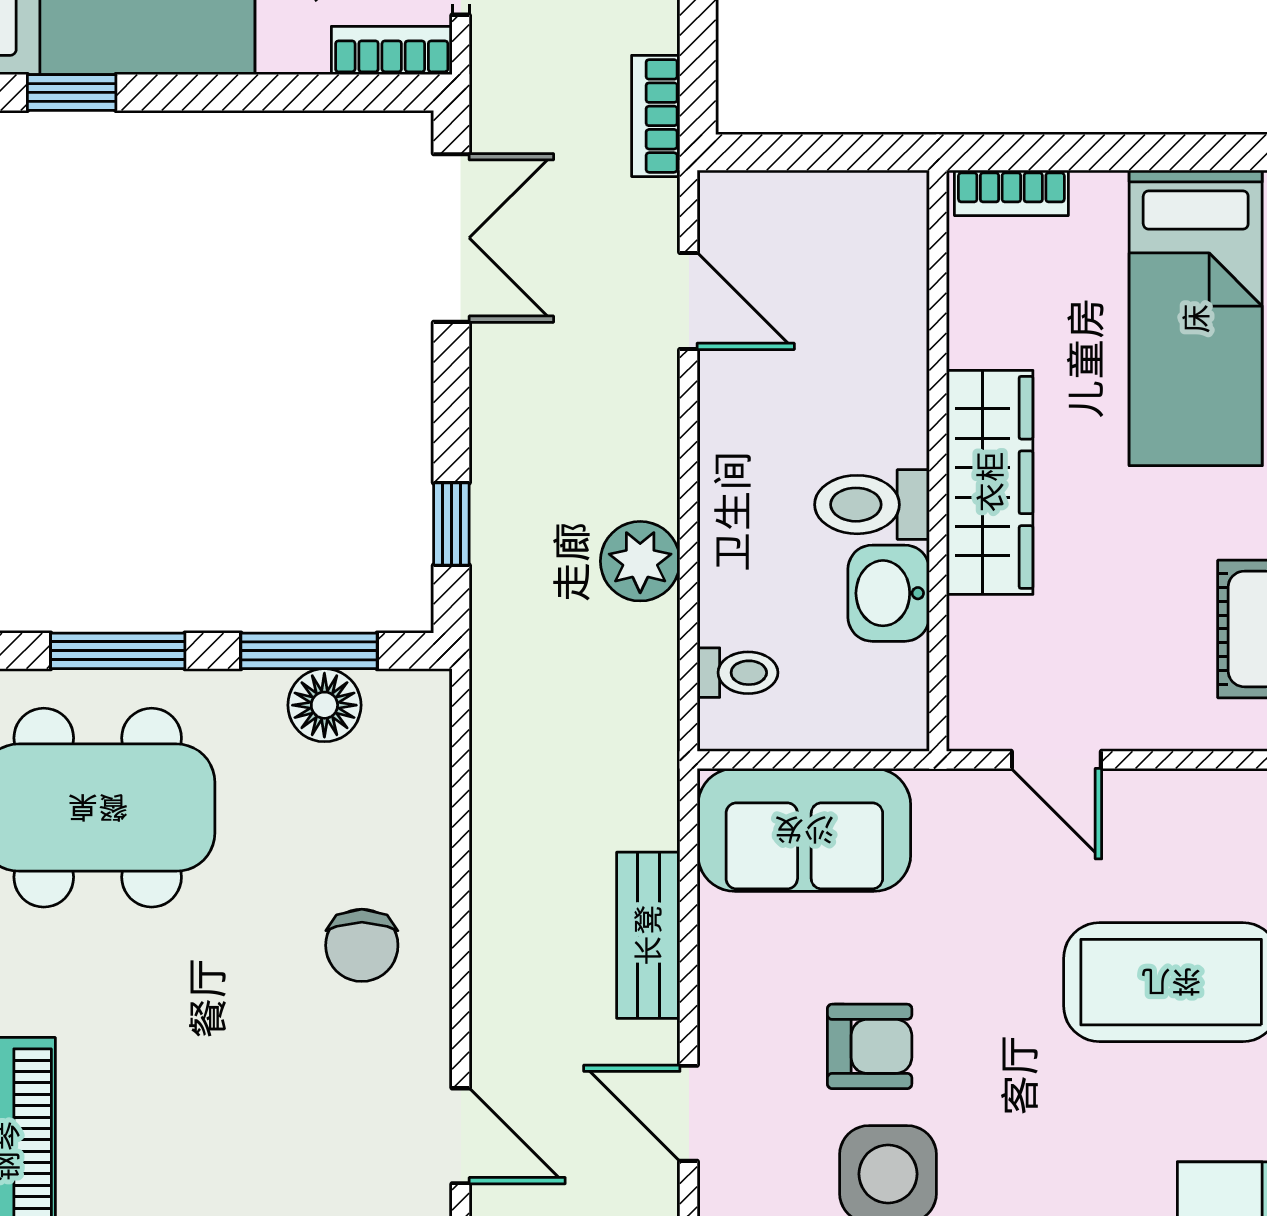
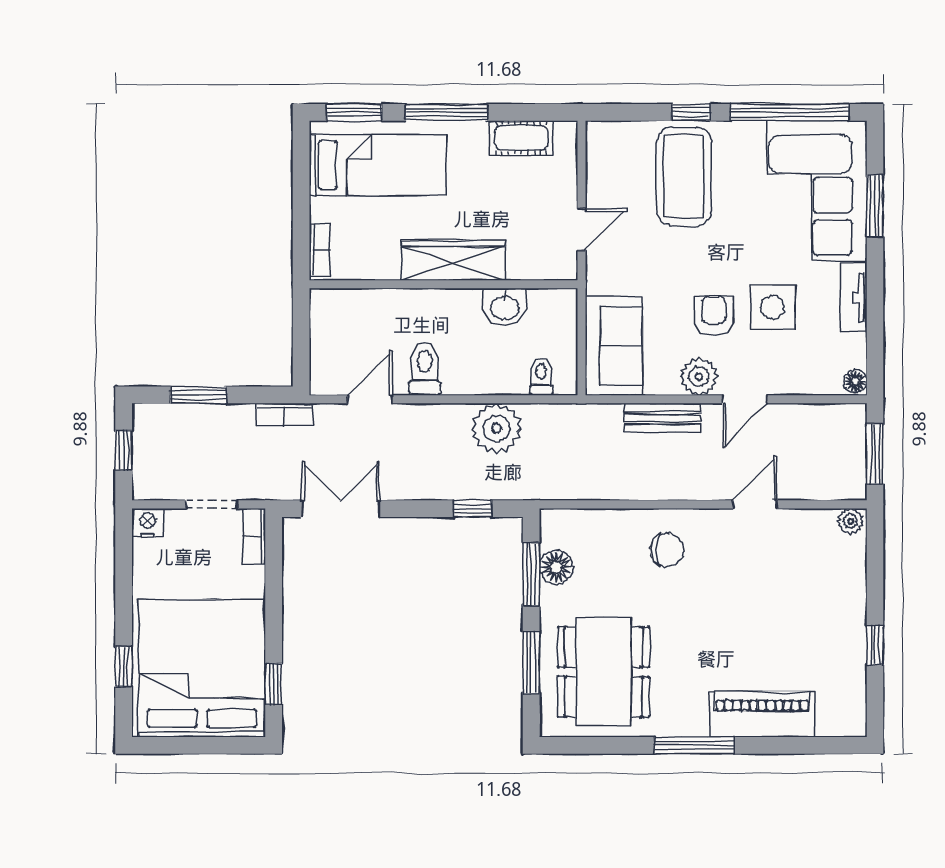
toilet: (872, 505) -> (425, 369), moved, turned 180
plant: (640, 561) -> (497, 428), width x1.36, depth x1.36
plant: (737, 1014) -> (699, 377), added

